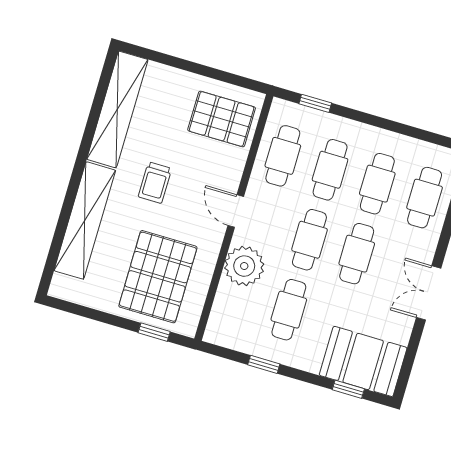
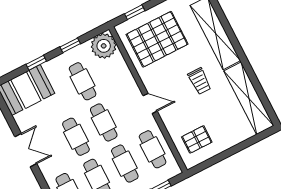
pallet: (222, 119) -> (197, 139), width x0.67, depth x0.71
trolley: (155, 183) -> (200, 81), turned 180
plant: (244, 266) -> (104, 46), moved
pallet: (158, 277) -> (157, 39), turned 90
window: (348, 389) -> (36, 63), moved

